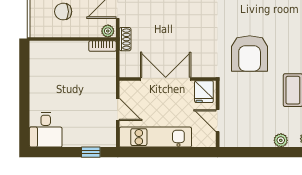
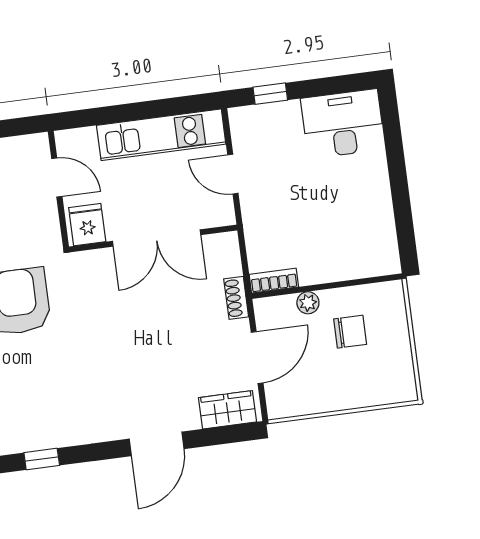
plant: (108, 31) -> (308, 303), moved
desk: (46, 130) -> (343, 124), width x1.37

